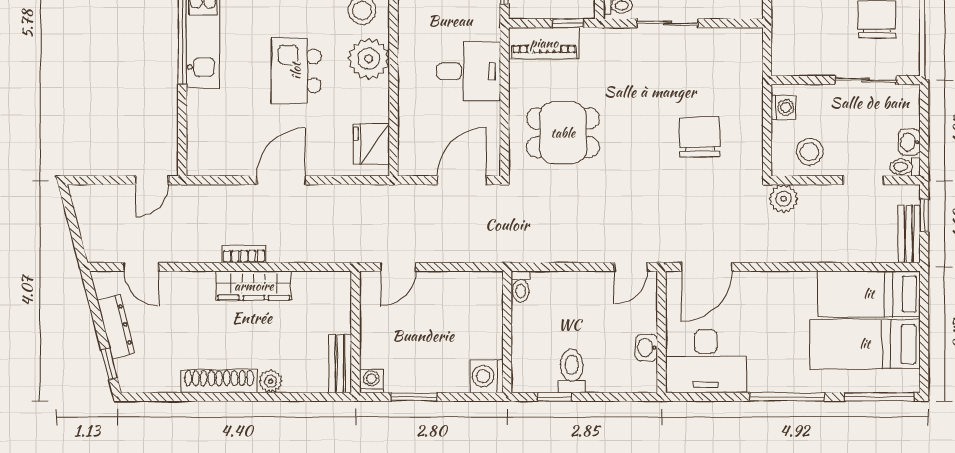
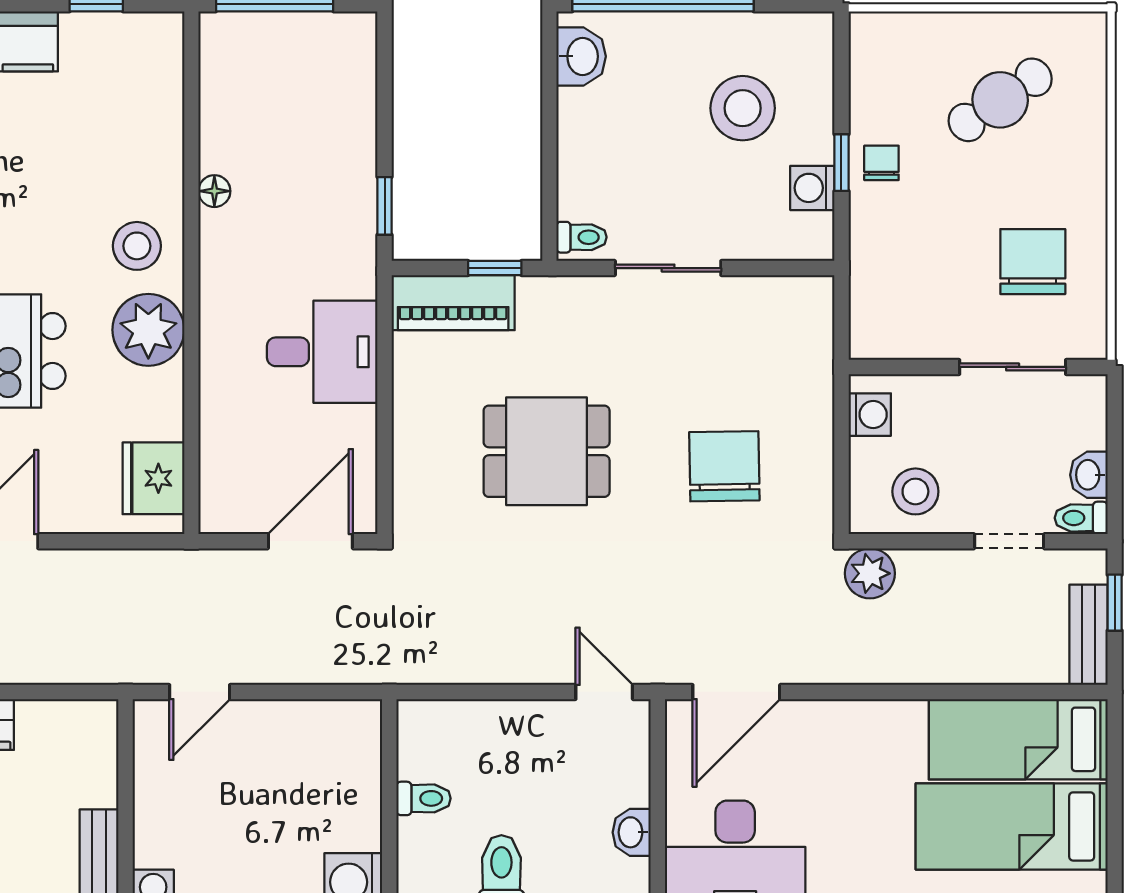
dining table: (563, 133) -> (547, 451), moved
door: (631, 267) -> (604, 692), swing flipped
toilet: (521, 287) -> (424, 798), moved, turned -90

